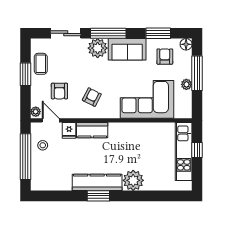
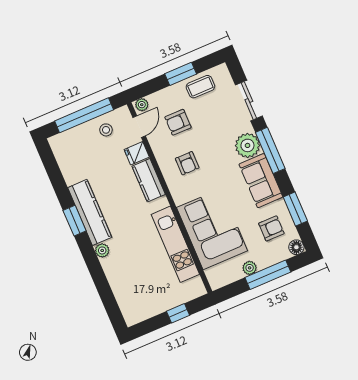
armchair: (92, 97) -> (187, 163), turned 63
kitchen unit: (184, 151) -> (175, 244), moved, turned -90
plant: (133, 180) -> (102, 250), width x0.53, depth x0.53

